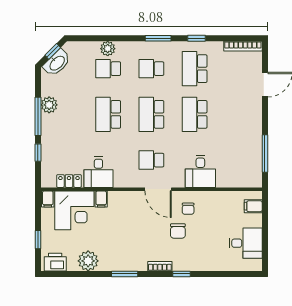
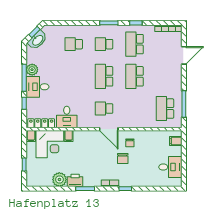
plant: (108, 49) -> (73, 30), removed
school desk: (108, 114) -> (165, 109), moved
desk: (200, 171) -> (38, 87), moved, turned 90
locker: (69, 181) -> (41, 123), width x1.53
printer: (55, 262) -> (75, 180), moved

